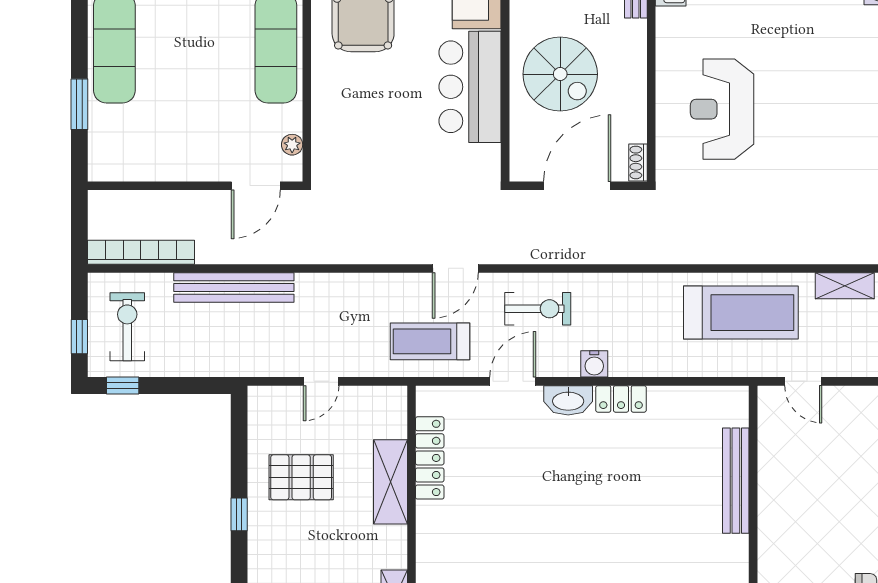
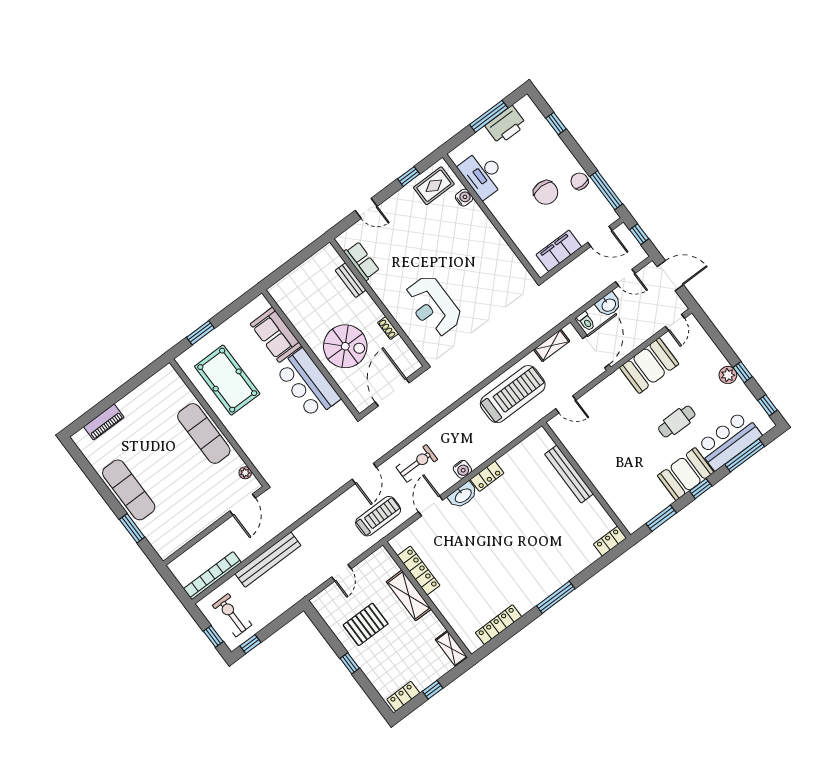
shoe rack: (638, 162) -> (388, 328), moved
treadmill: (430, 341) -> (378, 516), turned 180

